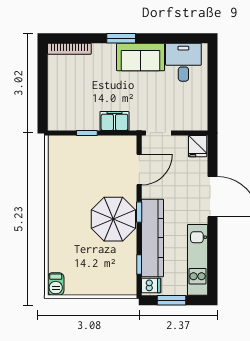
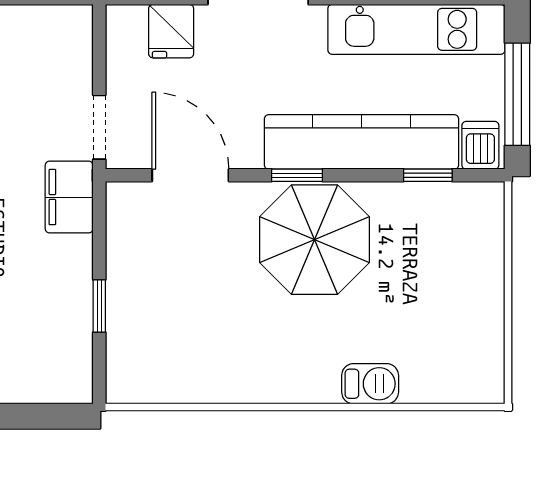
filing cabinet: (114, 121) -> (69, 197), moved
fridge: (198, 146) -> (171, 31), moved, turned 90
barbecue: (56, 284) -> (370, 384), moved
window: (172, 300) -> (517, 94), width x1.44

